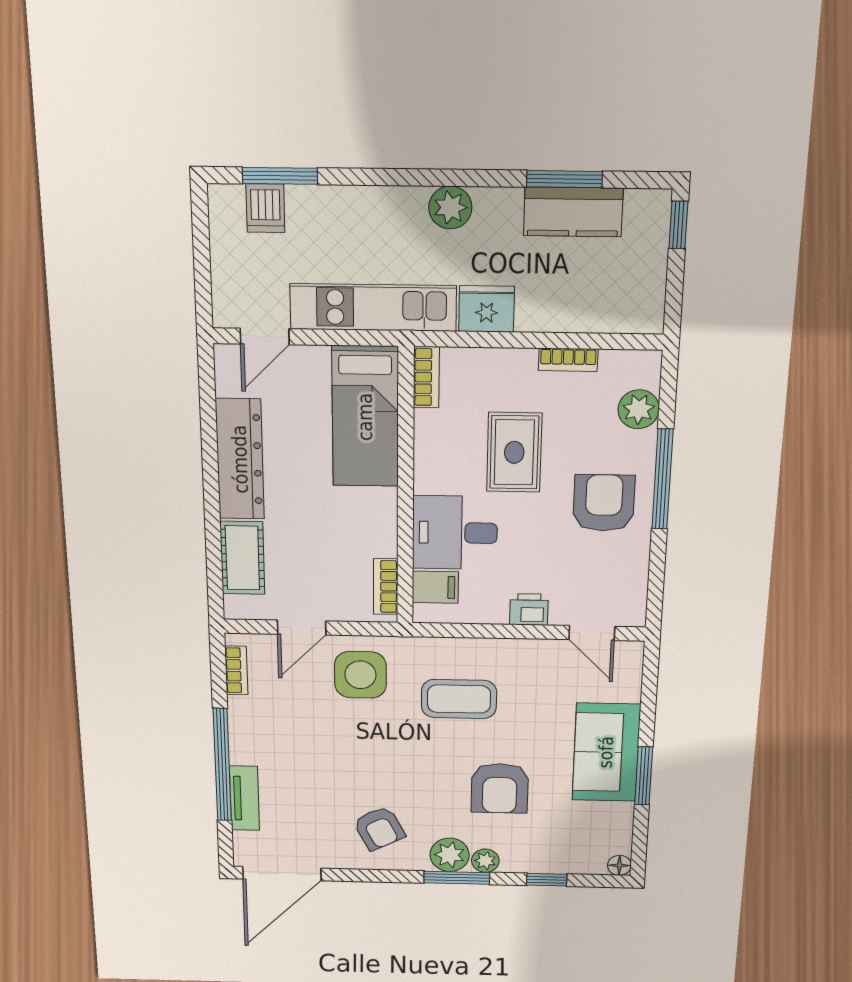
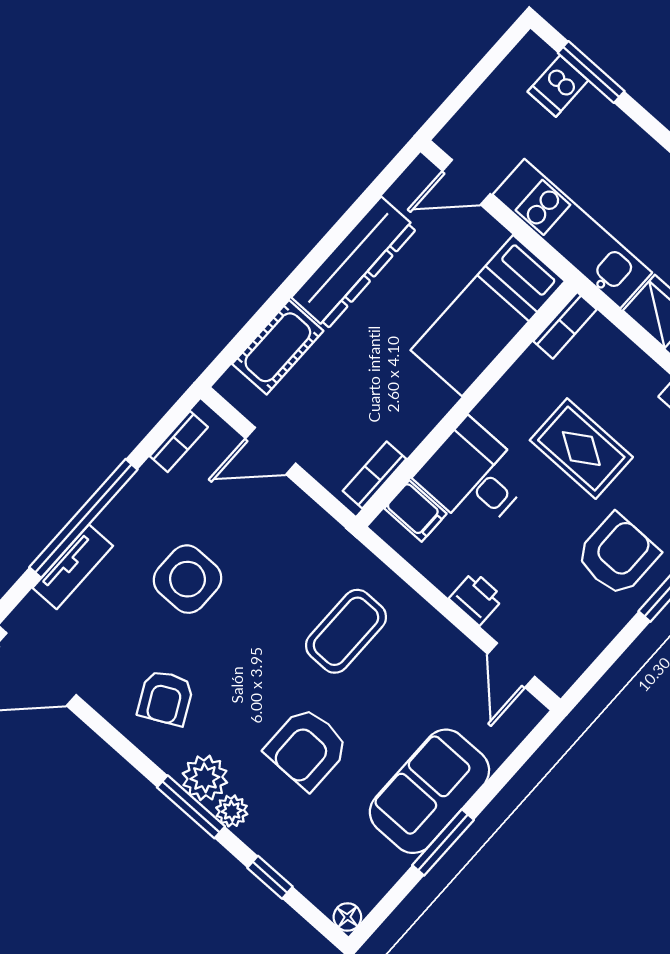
rug: (514, 452) -> (581, 449), turned 90
side table: (360, 675) -> (187, 579), moved
coffee table: (459, 699) -> (346, 631), turned 90

